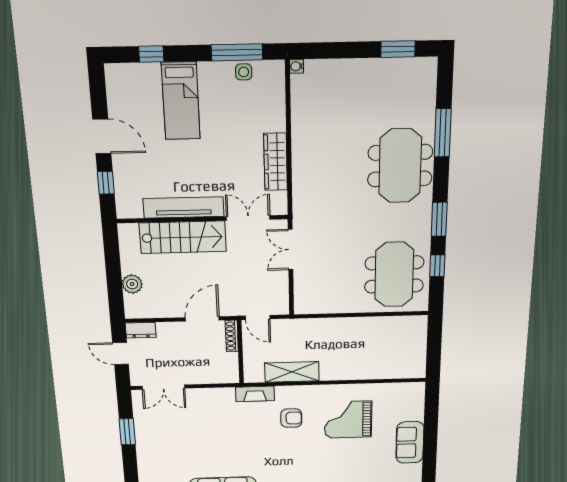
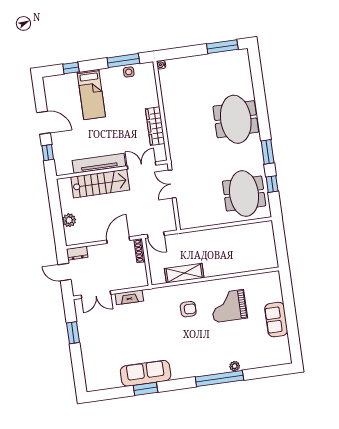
window: (398, 49) -> (222, 47), width x1.44
window: (443, 133) -> (260, 95), removed
fireplace: (255, 394) -> (129, 297), moved

